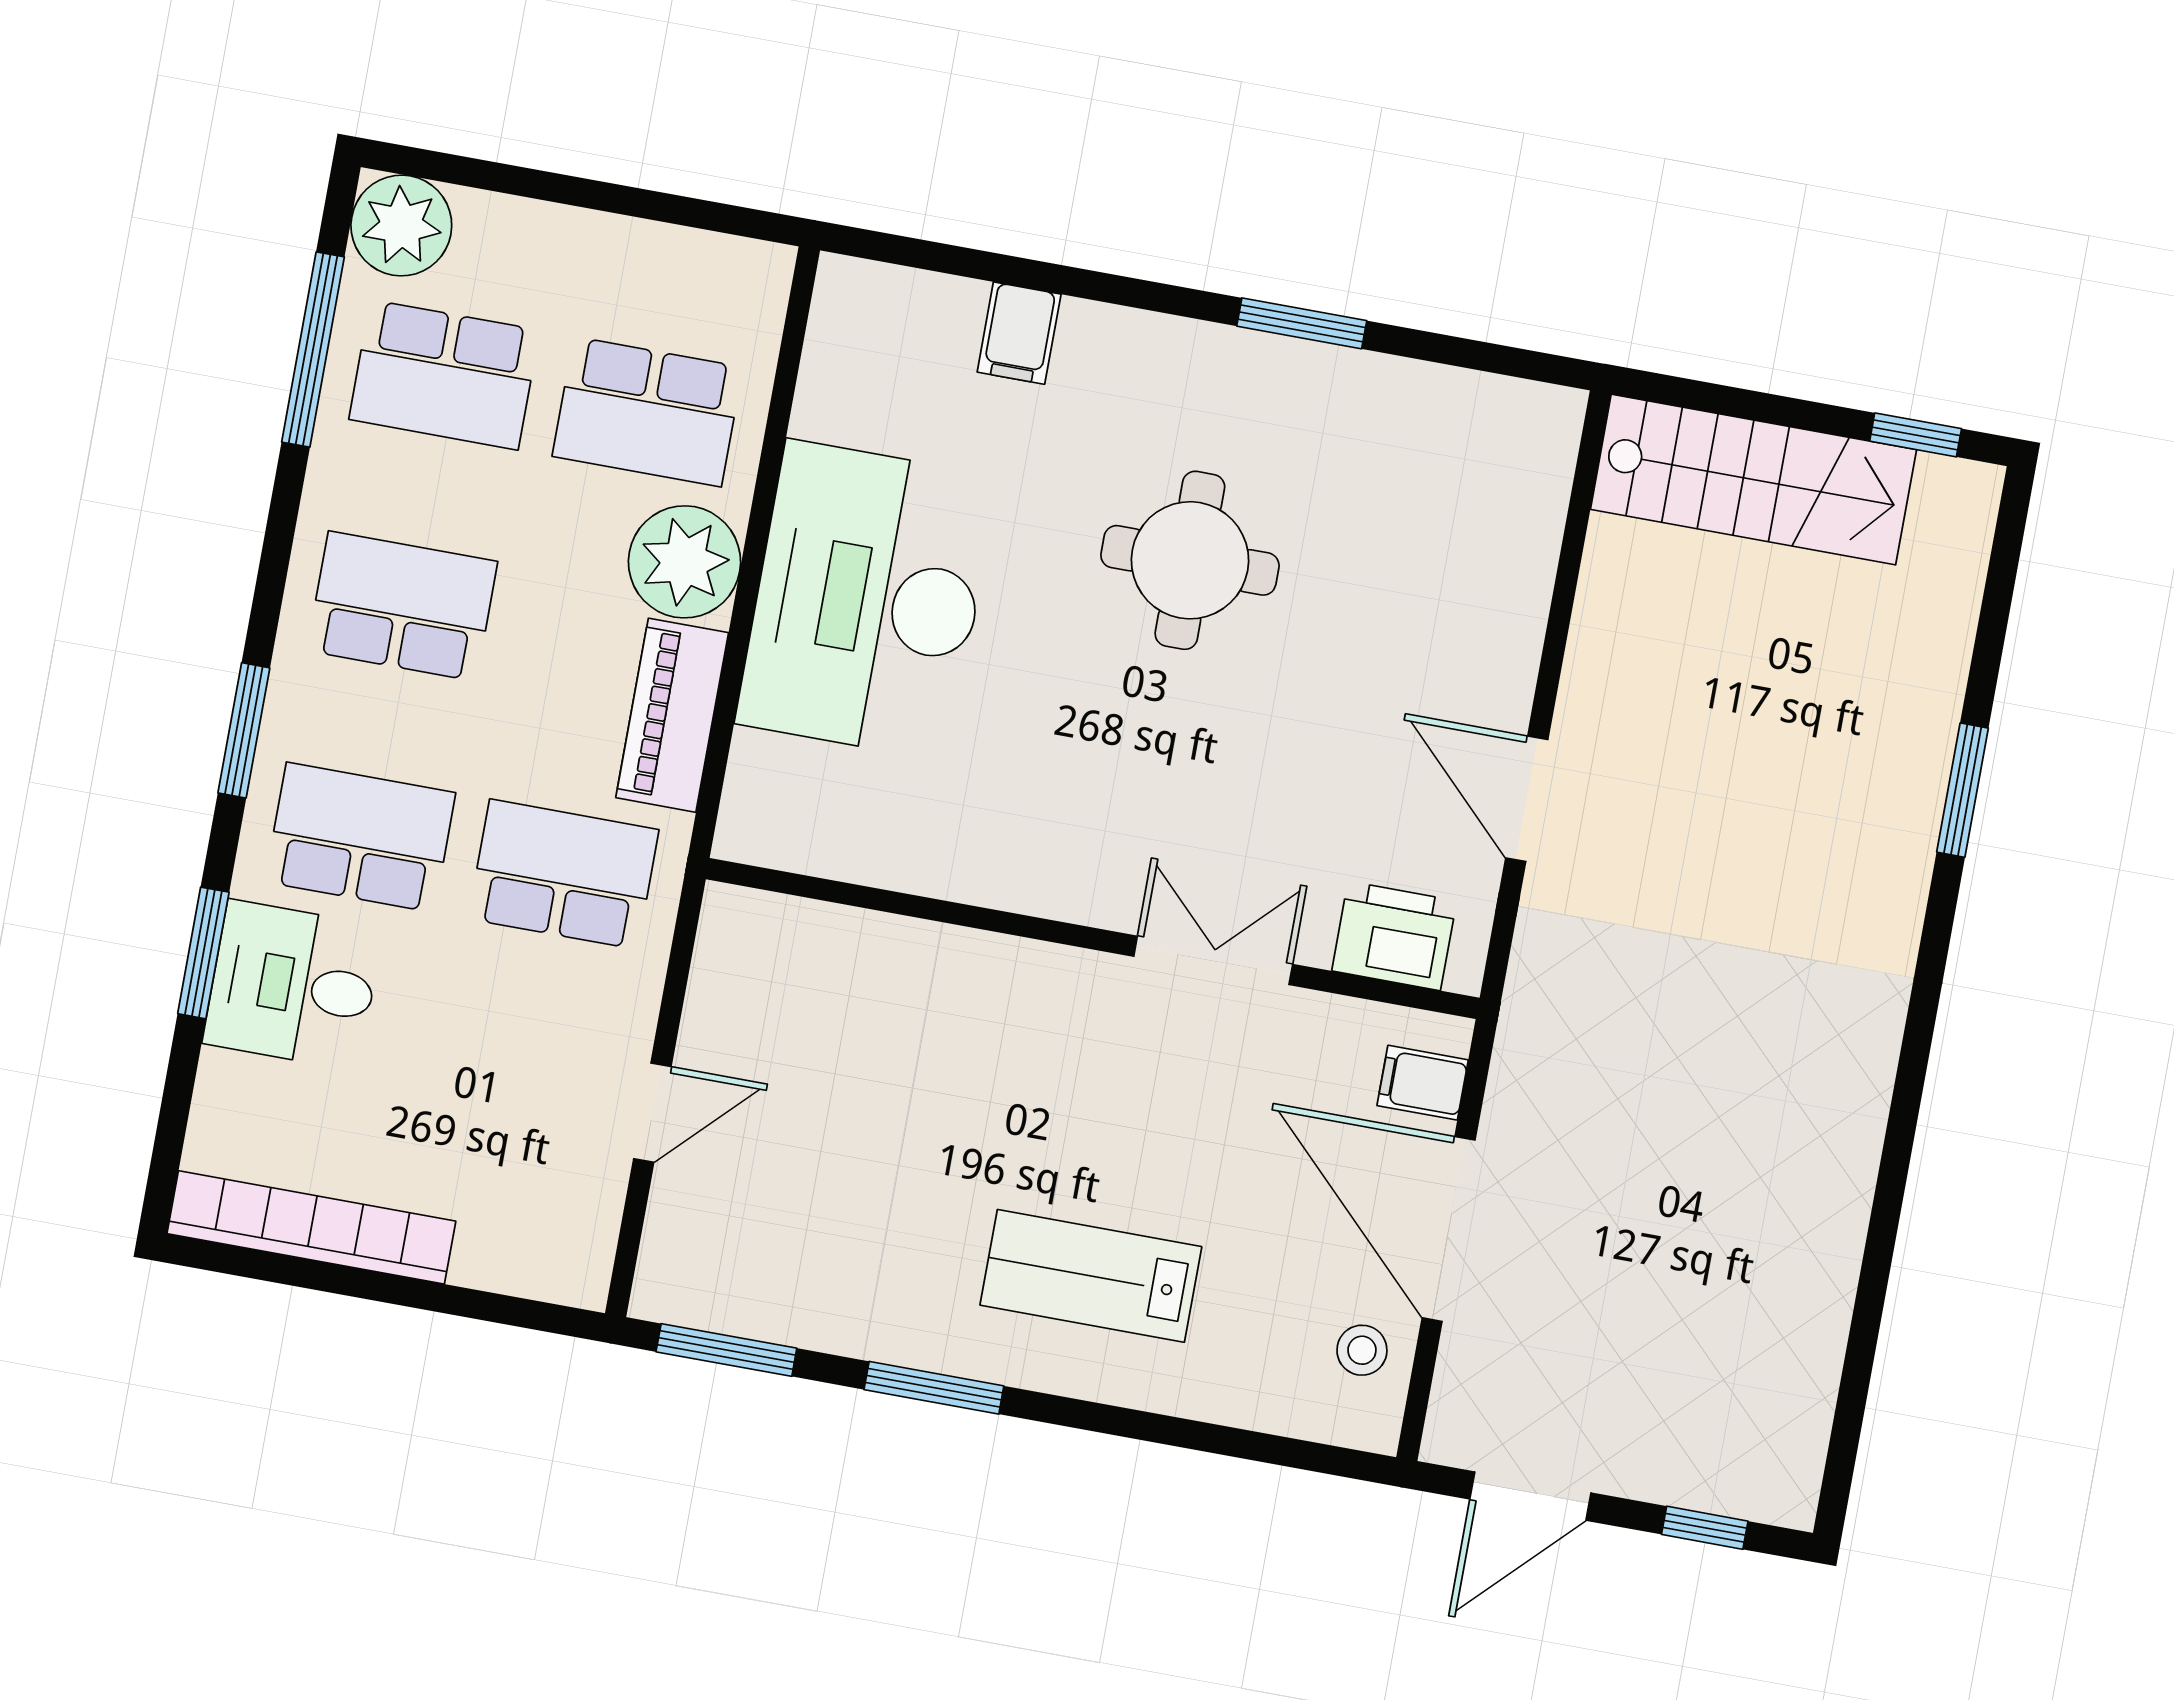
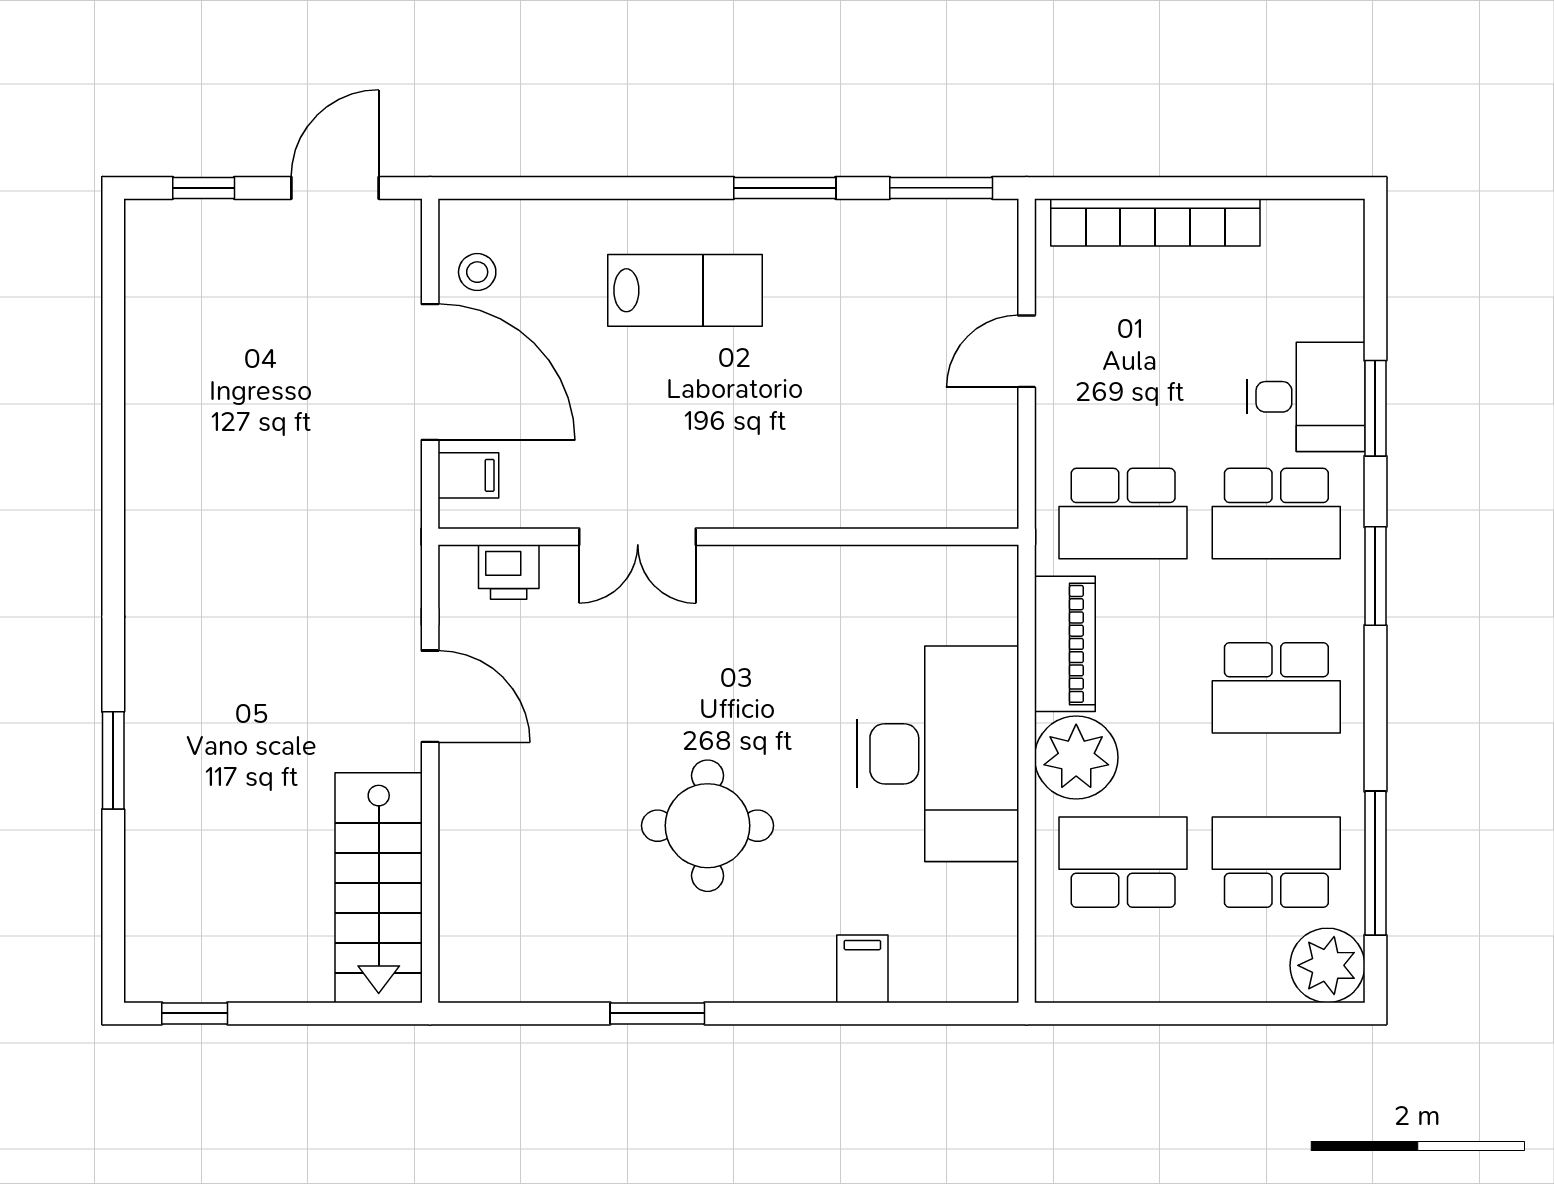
stairs: (1753, 480) -> (379, 888), moved, turned -90
printer: (1394, 936) -> (509, 572), width x0.73, depth x0.81
bookcase: (311, 1227) -> (1155, 222), moved

